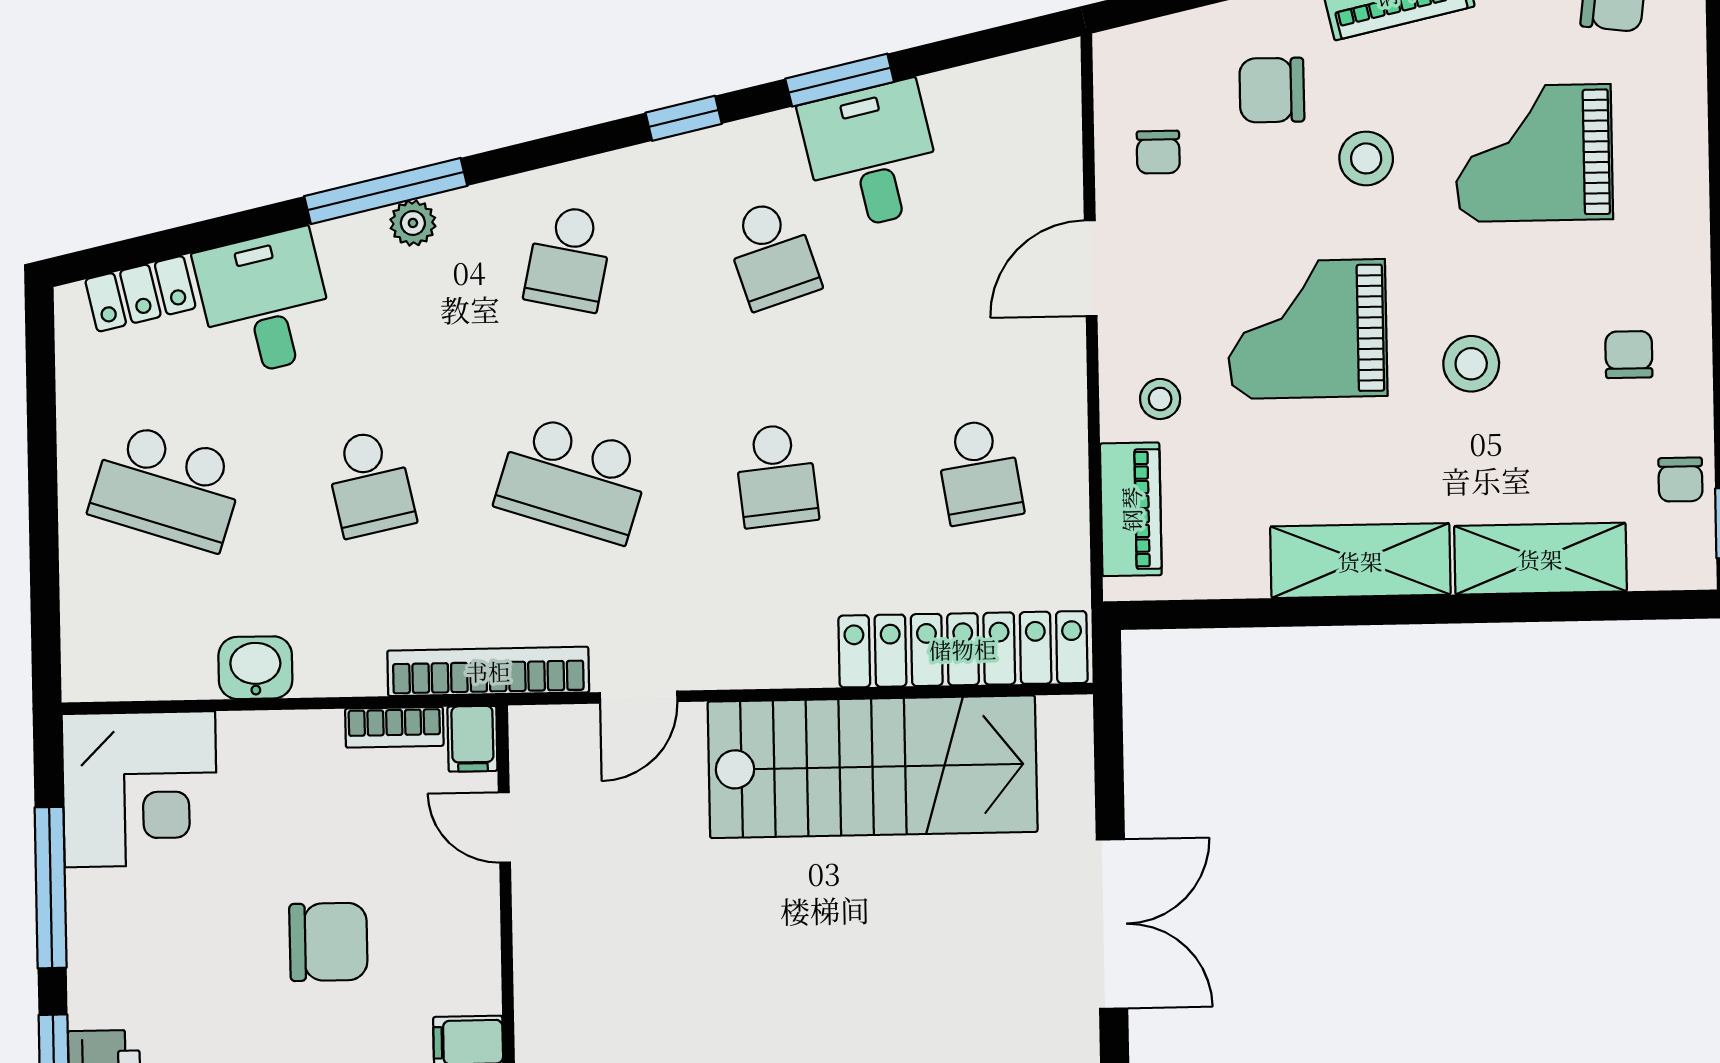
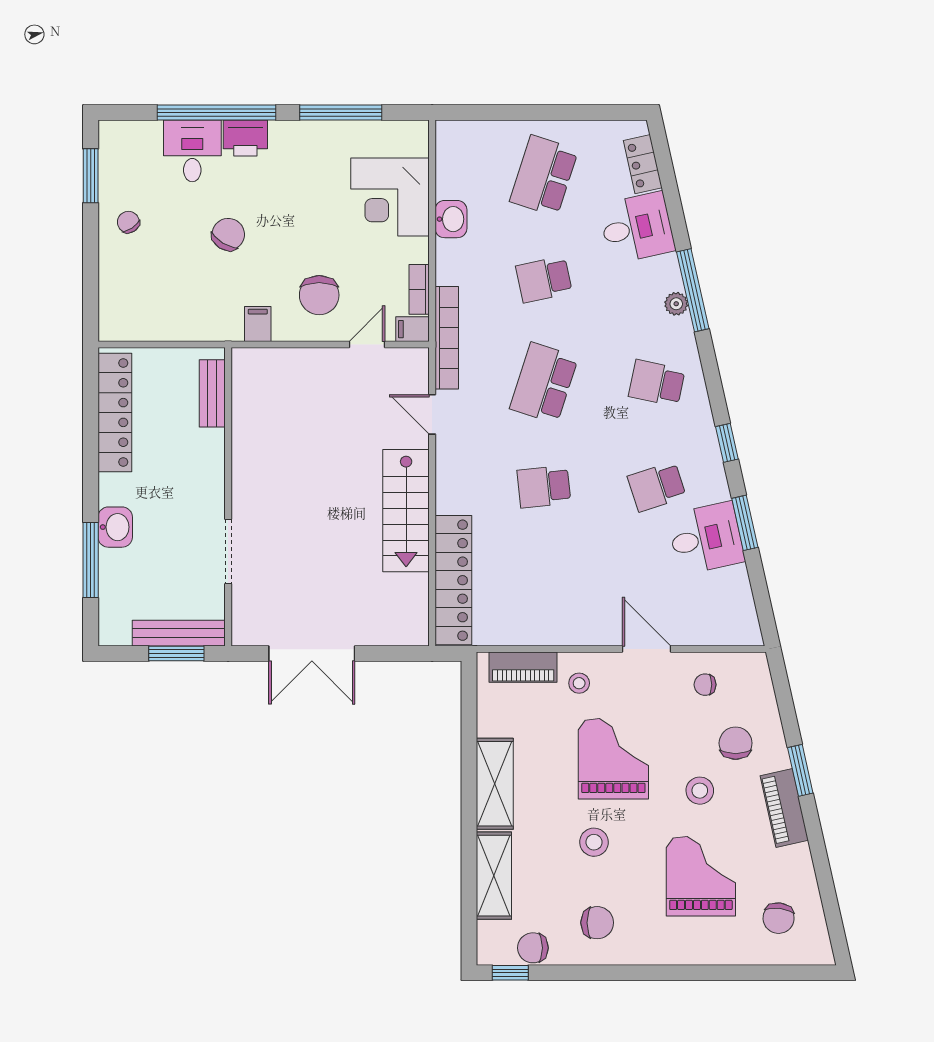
chair: (1629, 355) -> (597, 923), width x1.37, depth x1.37
school desk: (979, 472) -> (544, 590), removed
chair: (1680, 480) -> (533, 948), width x1.37, depth x1.37
stairs: (873, 767) -> (406, 511), width x0.73, depth x0.66
corner desk: (140, 789) -> (390, 197), moved
chair: (328, 942) -> (319, 295), moved

